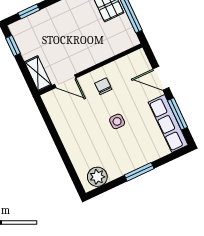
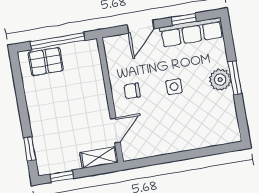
window: (178, 114) -> (184, 19), width x0.67
plant: (97, 177) -> (220, 80), moved

